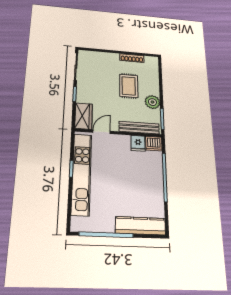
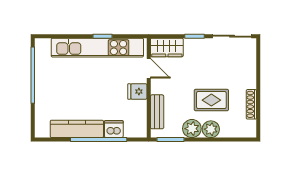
plant: (153, 88) -> (211, 129), added
bench: (139, 128) -> (157, 112), width x0.73
fridge: (138, 143) -> (137, 92), moved
dishwasher: (154, 144) -> (114, 129), moved, turned 90
kitchen counter: (141, 226) -> (77, 129), moved, turned -90

